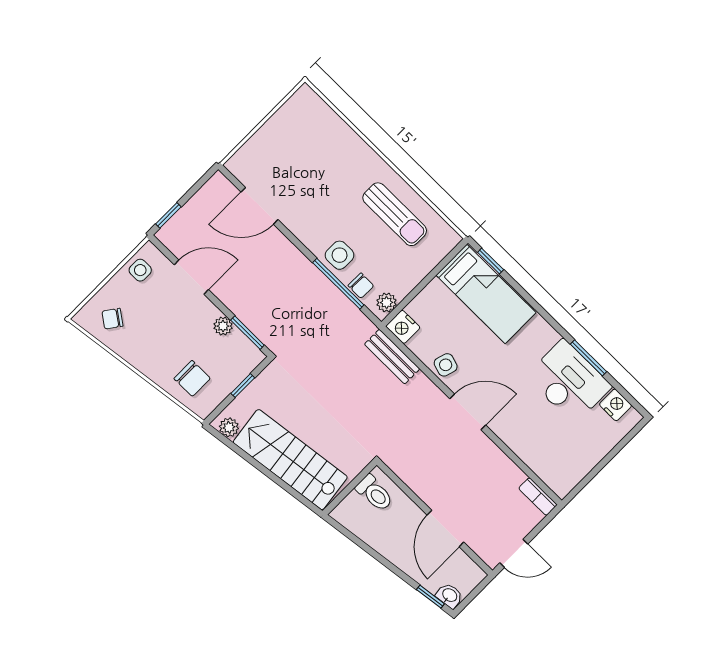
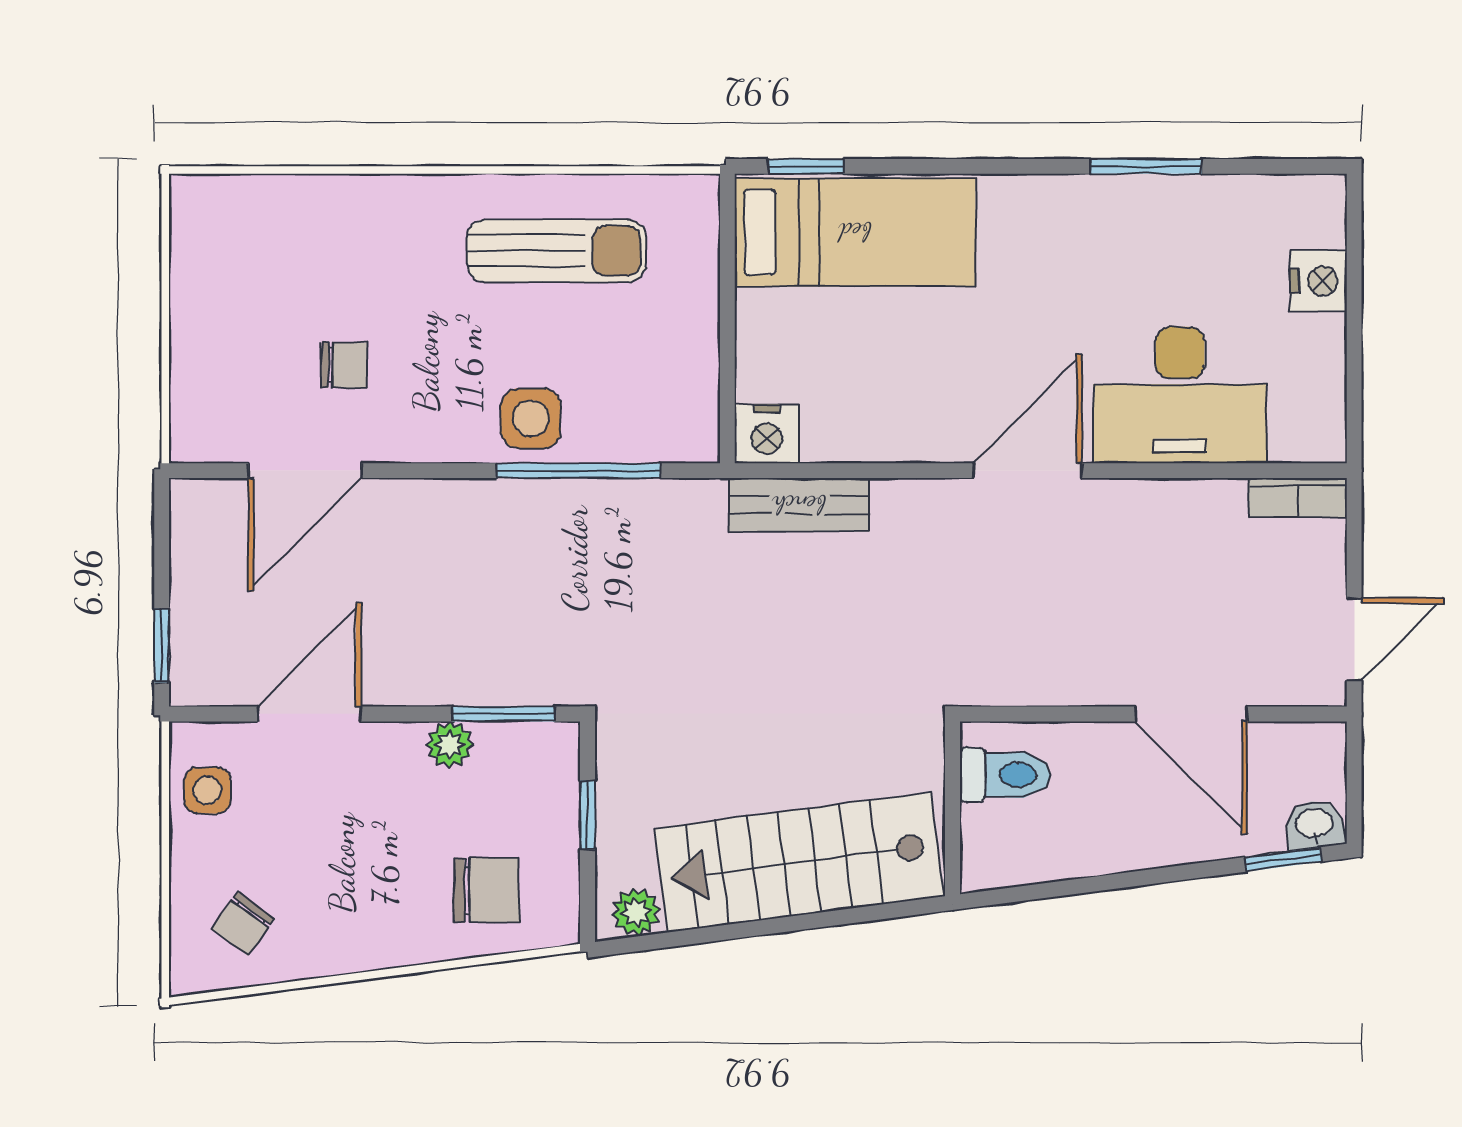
chair: (361, 286) -> (344, 365), moved
plant: (387, 302) -> (695, 420), removed
side table: (446, 365) -> (907, 427), removed
desk: (569, 381) -> (1180, 395), moved, turned 180
nightstand: (615, 405) -> (1318, 281), moved, turned 90

